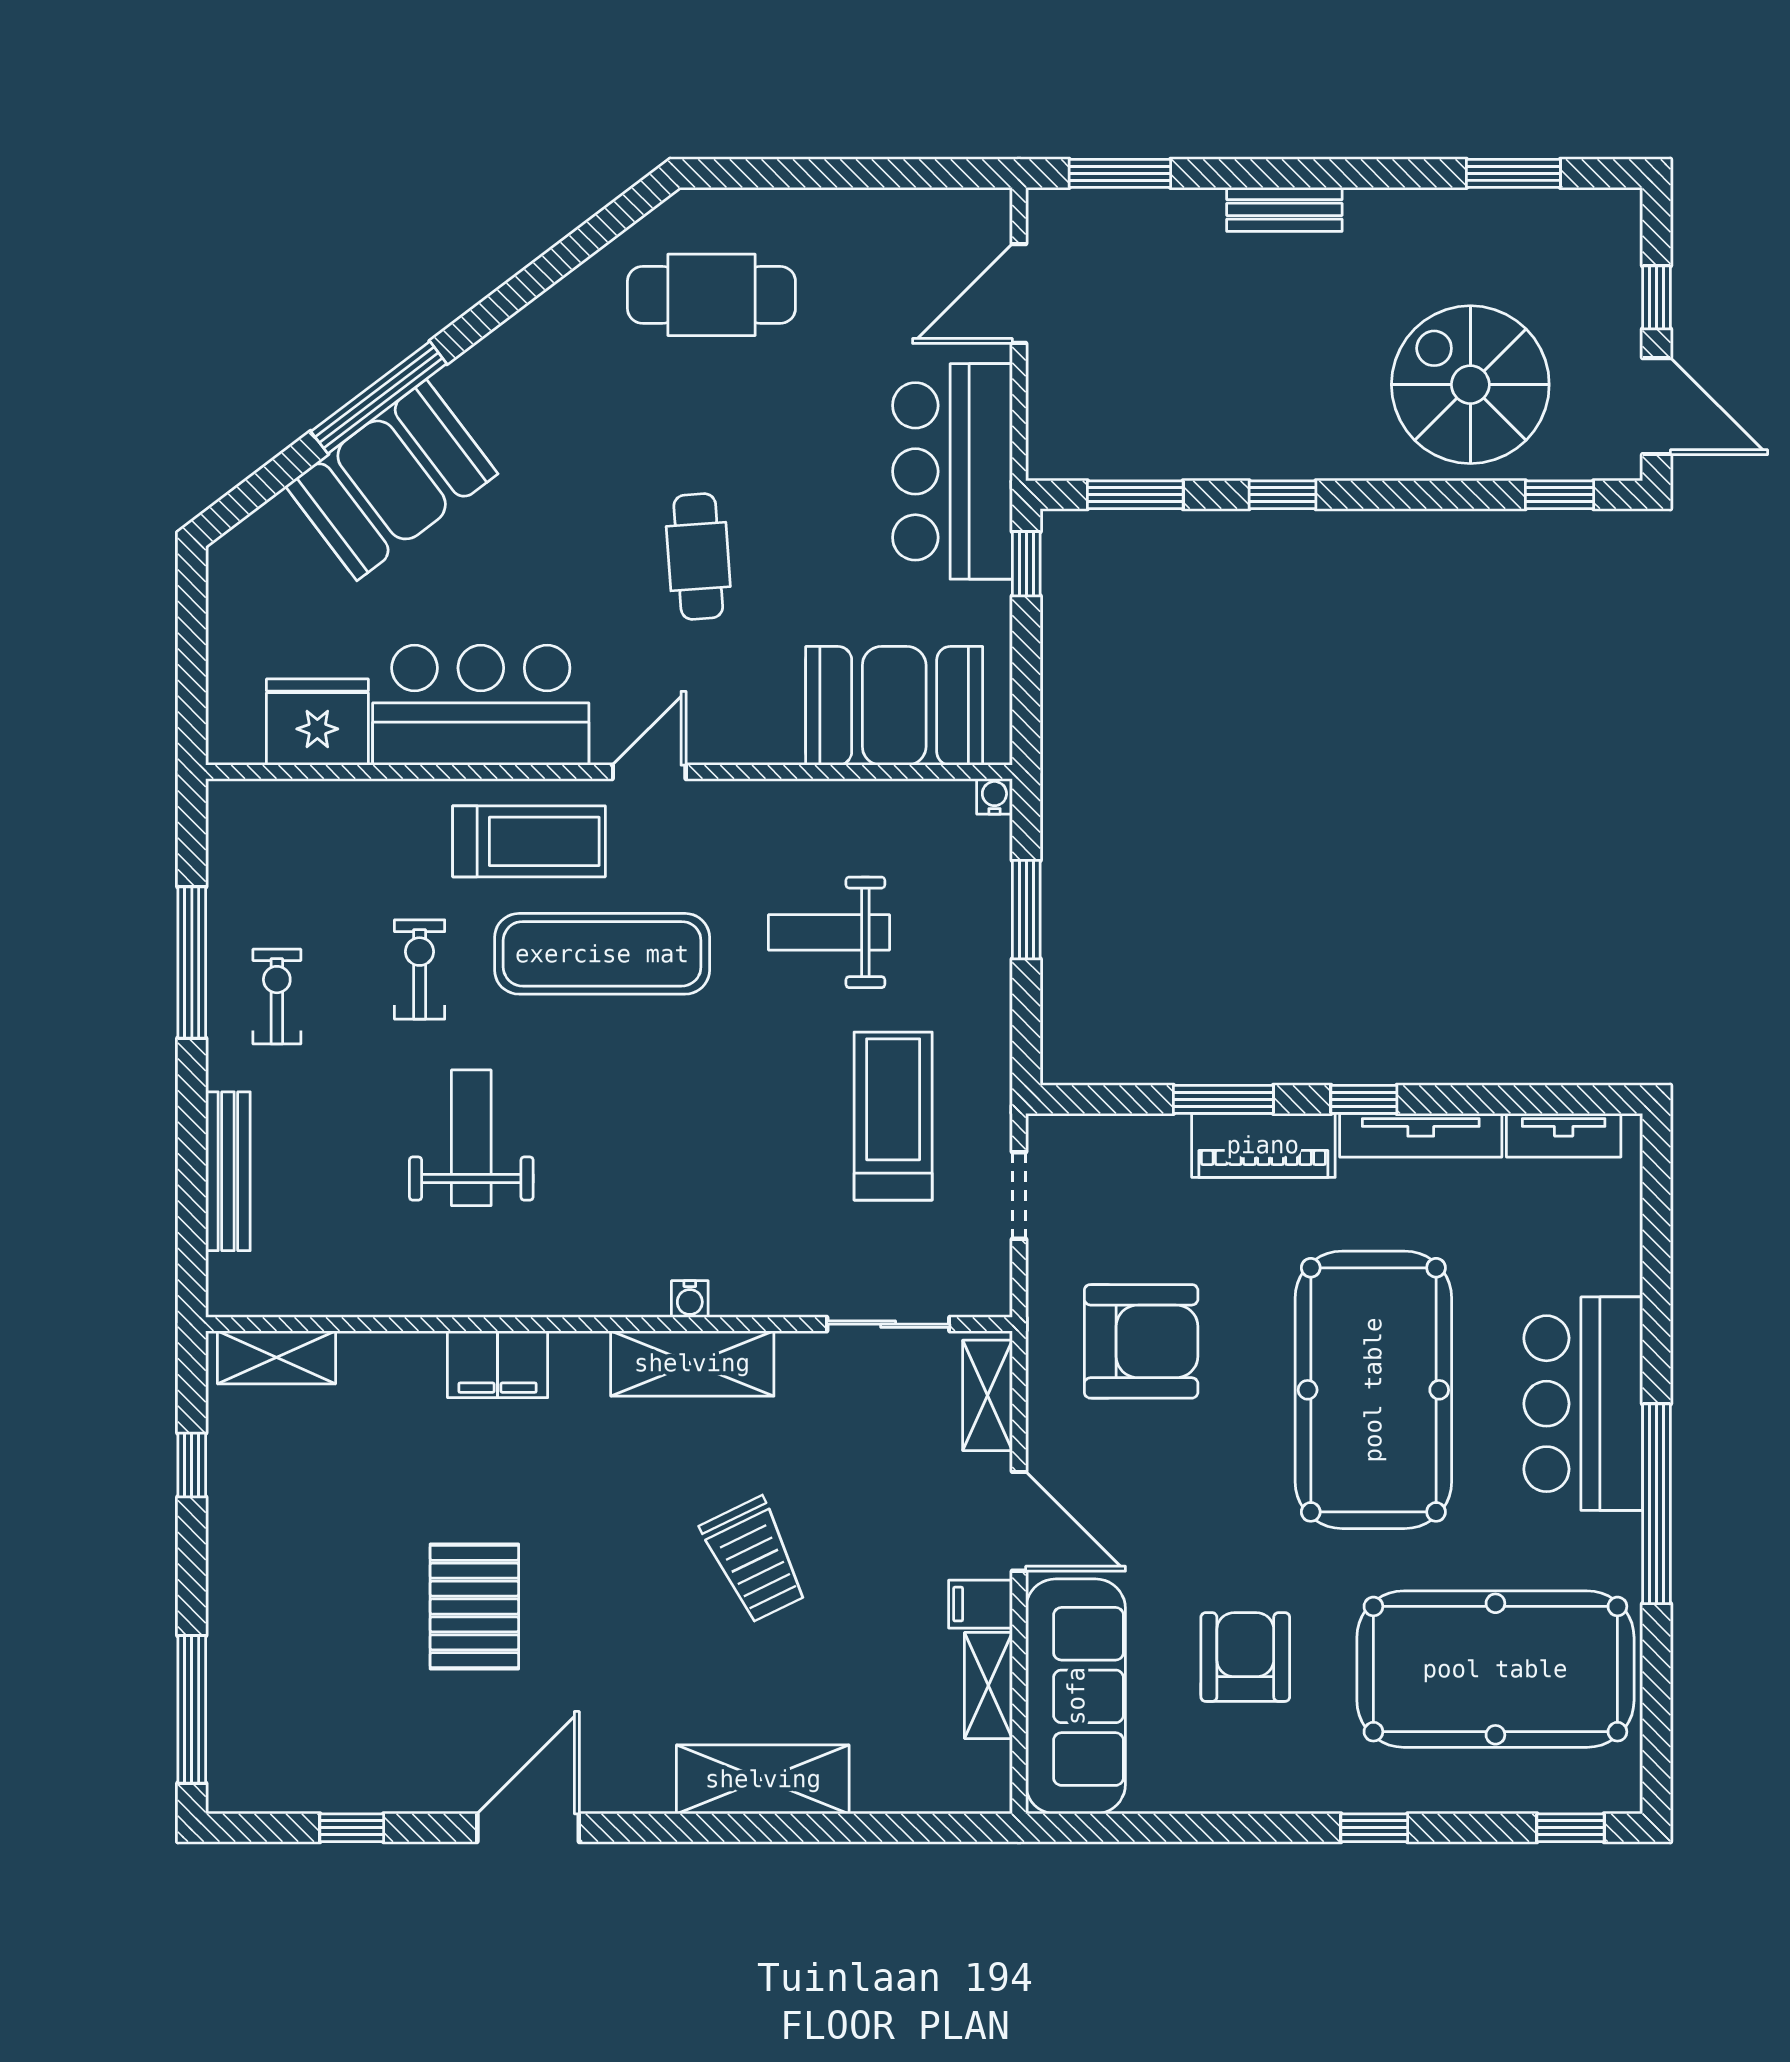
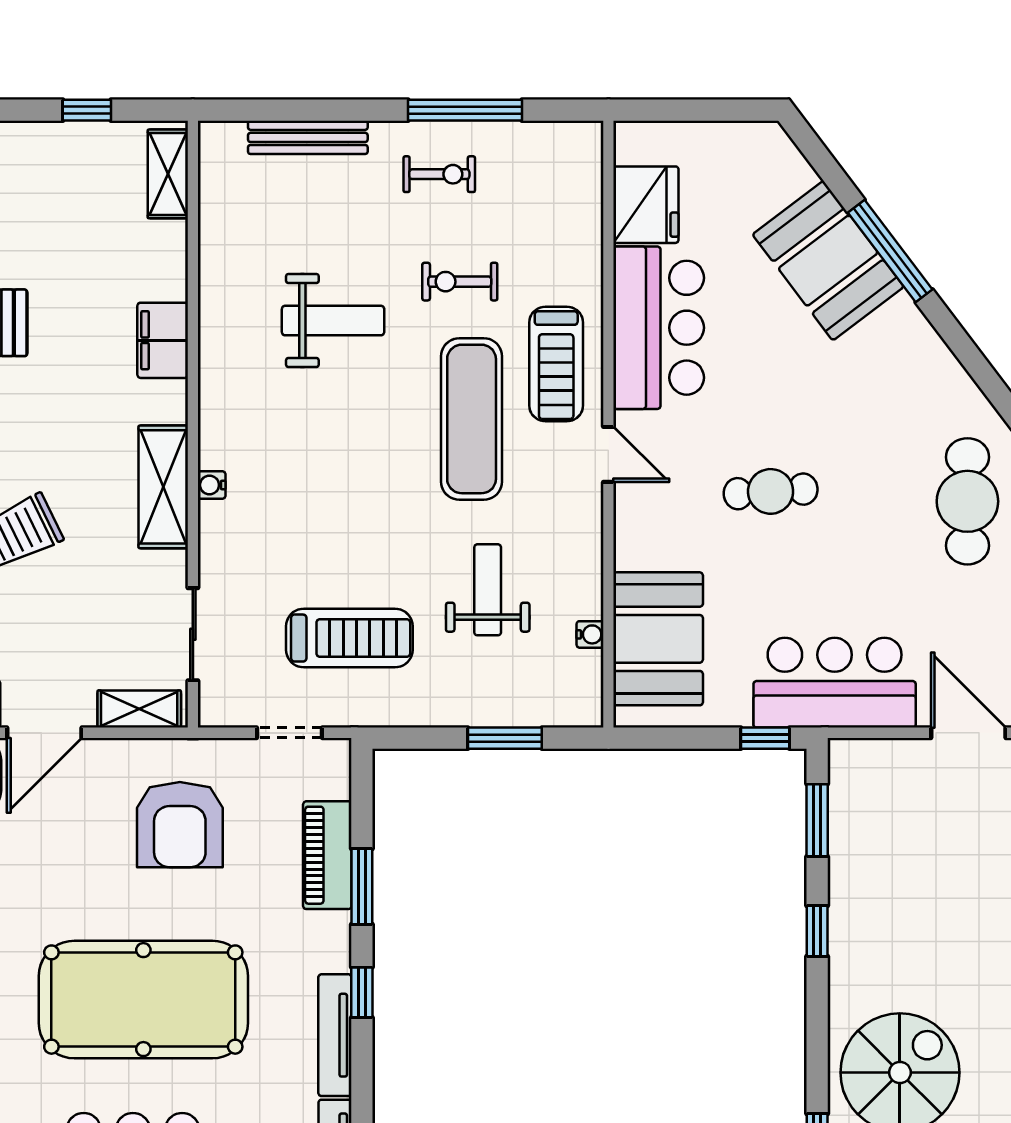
water cooler: (994, 796) -> (590, 634), moved
exercise bike: (420, 969) -> (460, 282), turned 180
piano: (1263, 1145) -> (327, 855), moved

